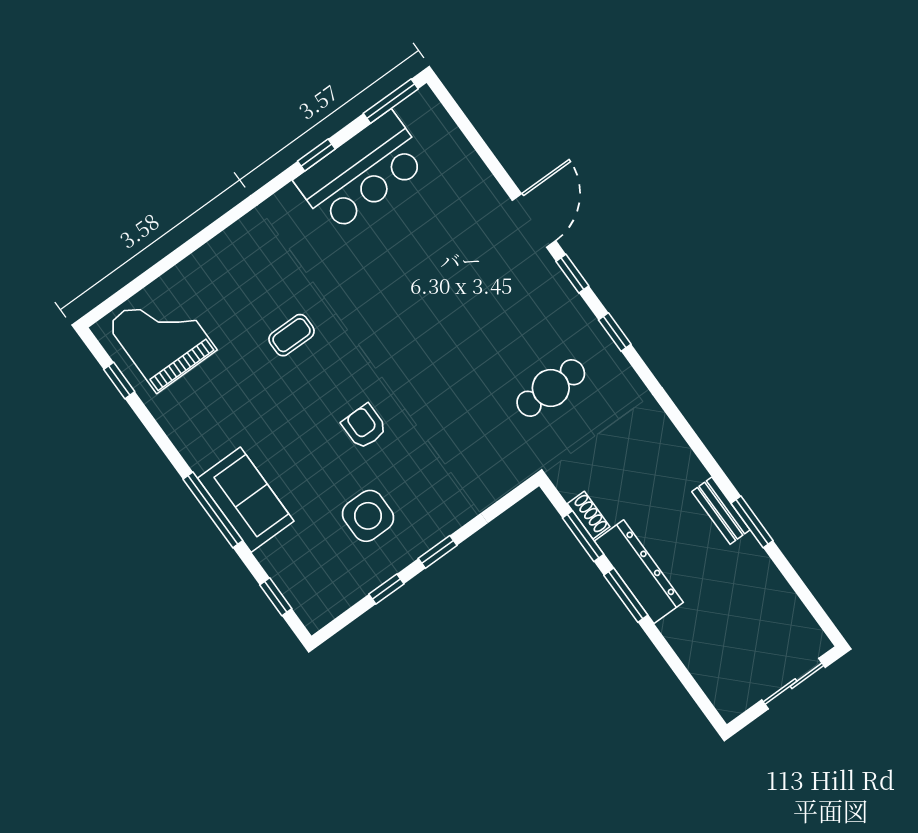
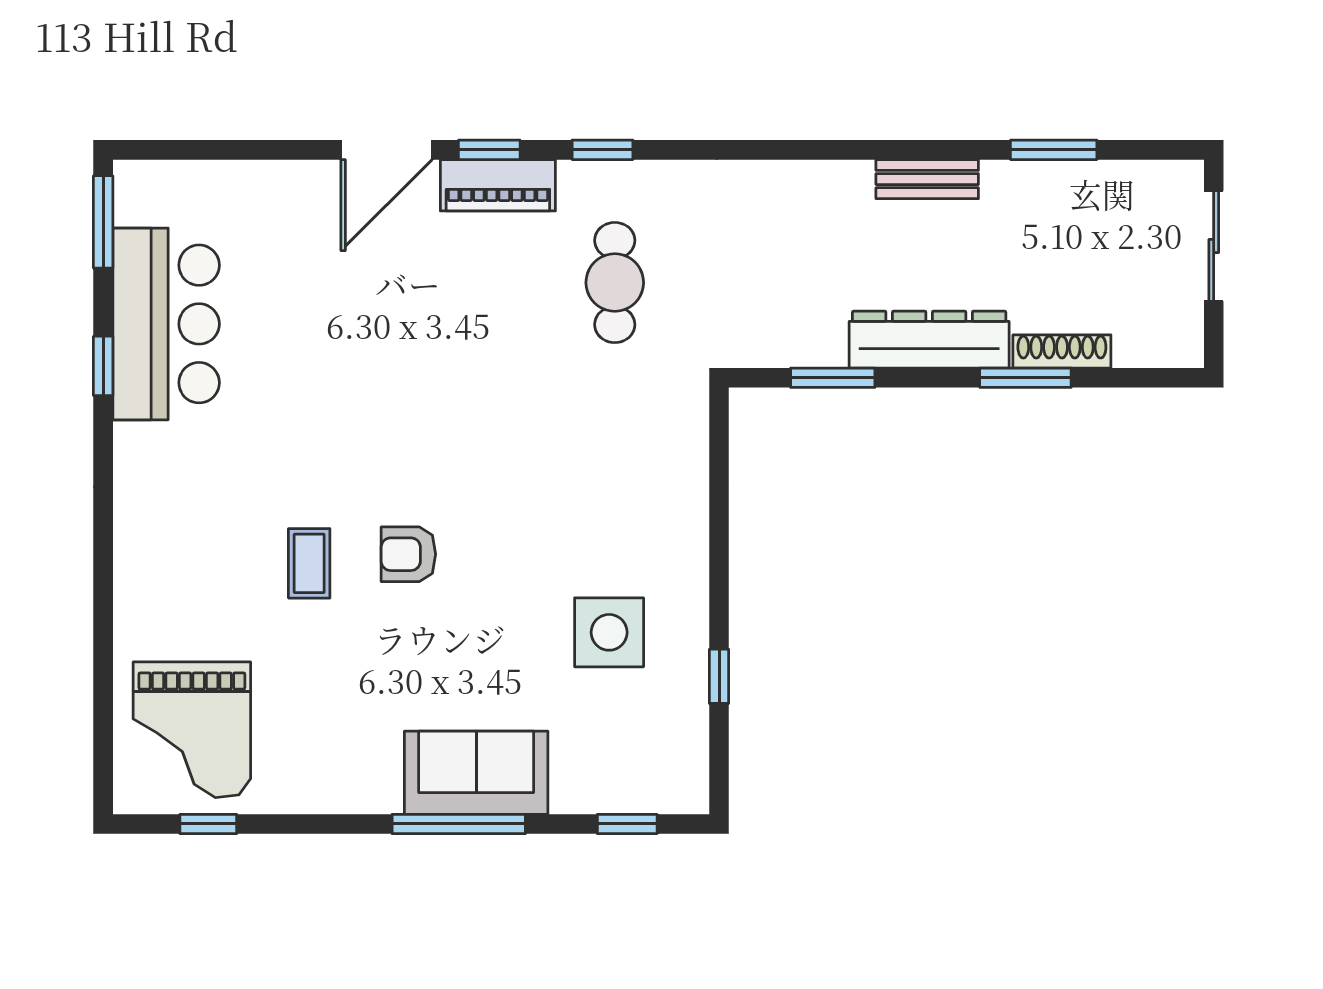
door: (534, 221) -> (387, 150), swing flipped
piano: (557, 291) -> (498, 185), added
grand piano: (162, 337) -> (192, 730), turned -90
armchair: (364, 427) -> (408, 554), moved
shoe rack: (589, 515) -> (1062, 351), moved, width x1.43
window: (752, 522) -> (1054, 150), moved
window: (438, 552) -> (719, 577), removed
window: (626, 595) -> (1025, 378), moved

